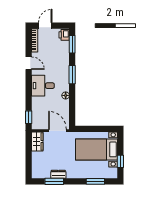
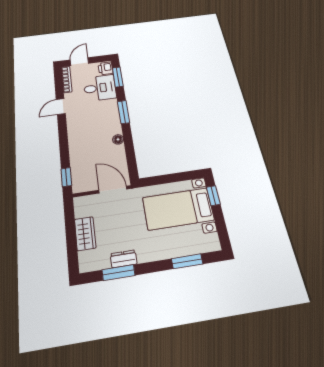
door: (29, 63) -> (61, 107), swing flipped
desk: (43, 86) -> (100, 88), moved, turned 180
wardrobe: (37, 142) -> (85, 234), moved
window: (120, 161) -> (213, 196), moved

